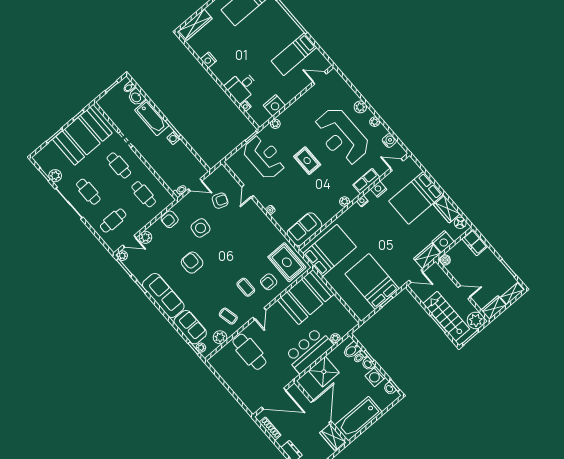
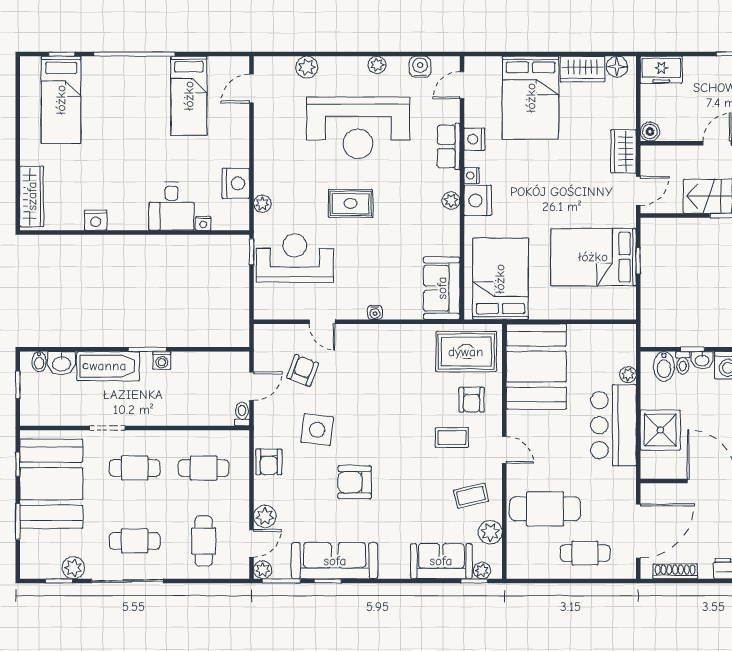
plant: (360, 107) -> (307, 67), moved
nightstand: (443, 242) -> (478, 200), moved, turned 180
sofa: (163, 295) -> (335, 561), moved
cafe table: (245, 384) -> (585, 553), added

